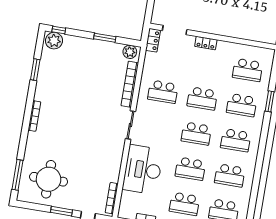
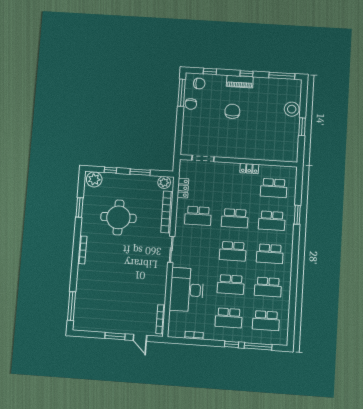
window: (59, 30) -> (110, 170), moved
locker: (153, 40) -> (183, 188), moved
locker: (206, 43) -> (249, 168), moved
round table: (49, 179) -> (118, 217), moved

